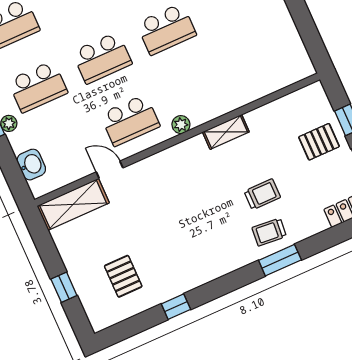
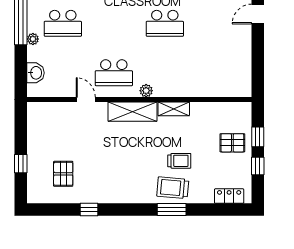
school desk: (102, 58) -> (114, 23), removed
shelving: (73, 204) -> (133, 112), moved
trolley: (269, 232) -> (173, 188), width x1.36, depth x1.39

